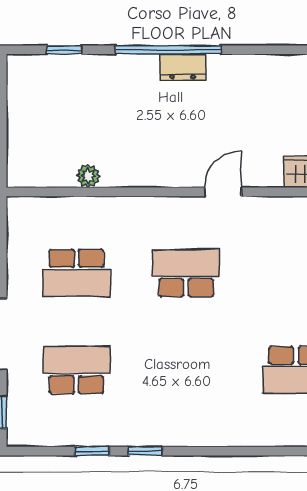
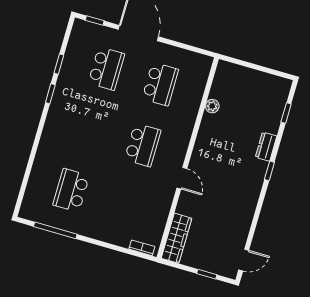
window: (168, 50) -> (269, 171), width x0.32
dresser: (183, 67) -> (266, 147), moved
school desk: (76, 273) -> (160, 84), turned 180

